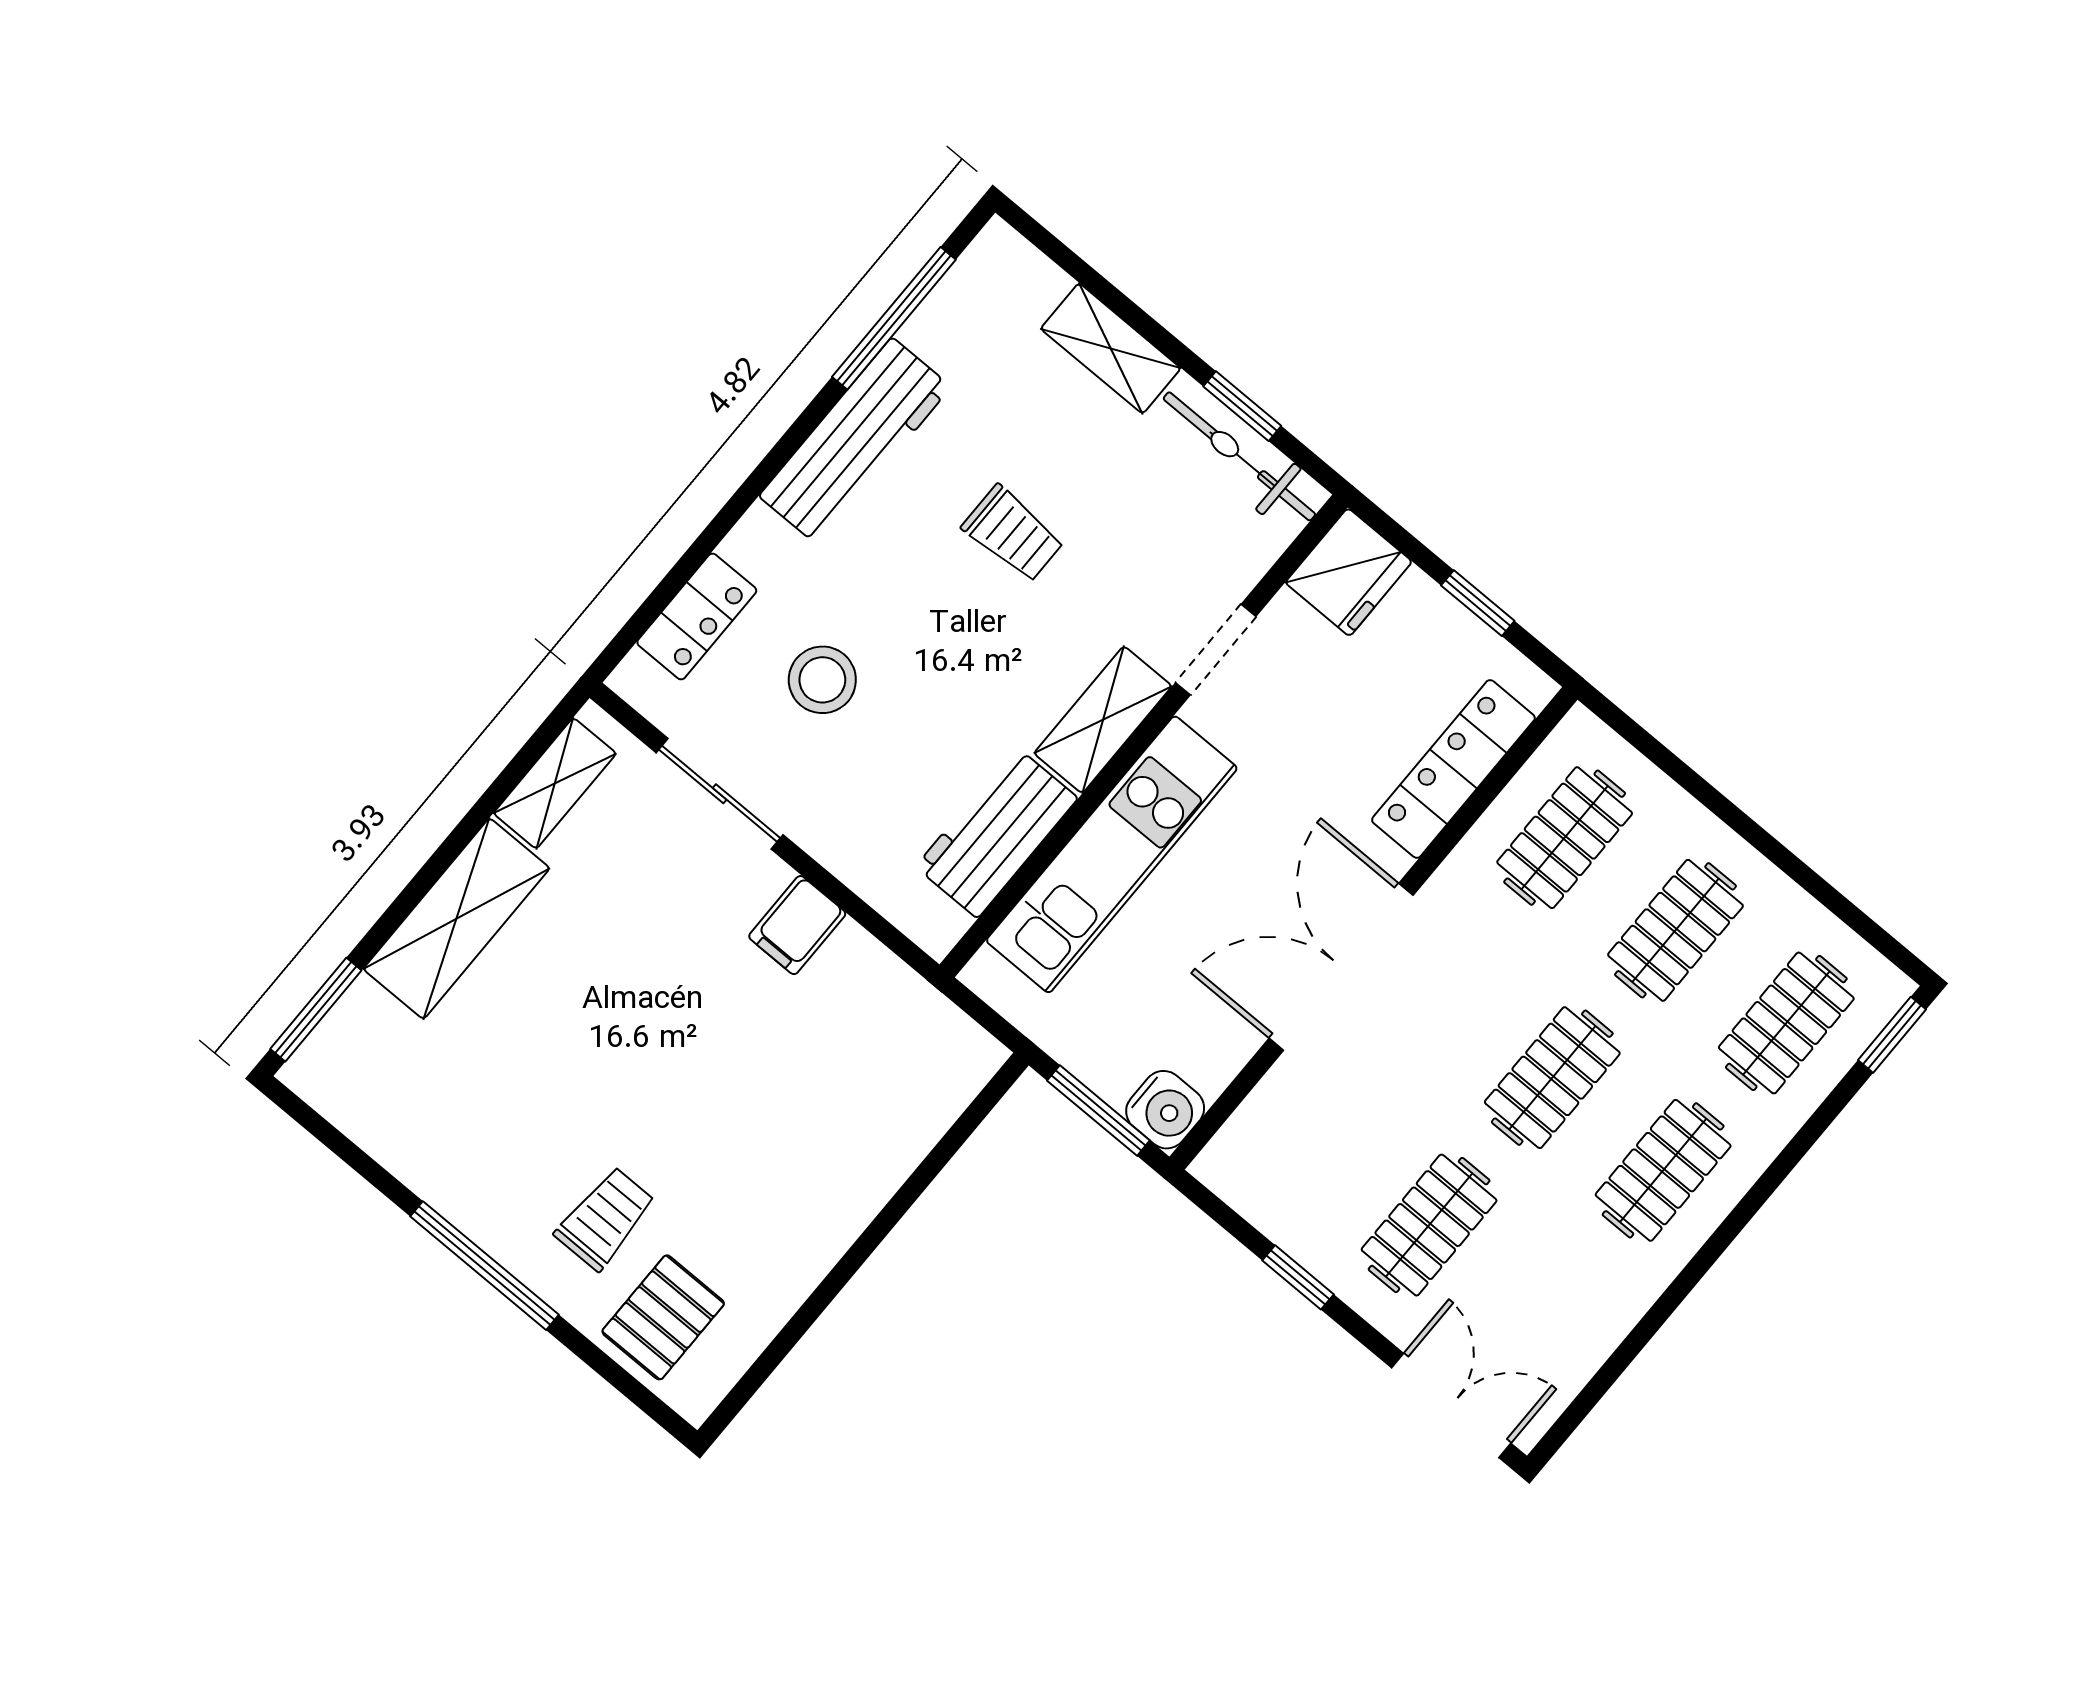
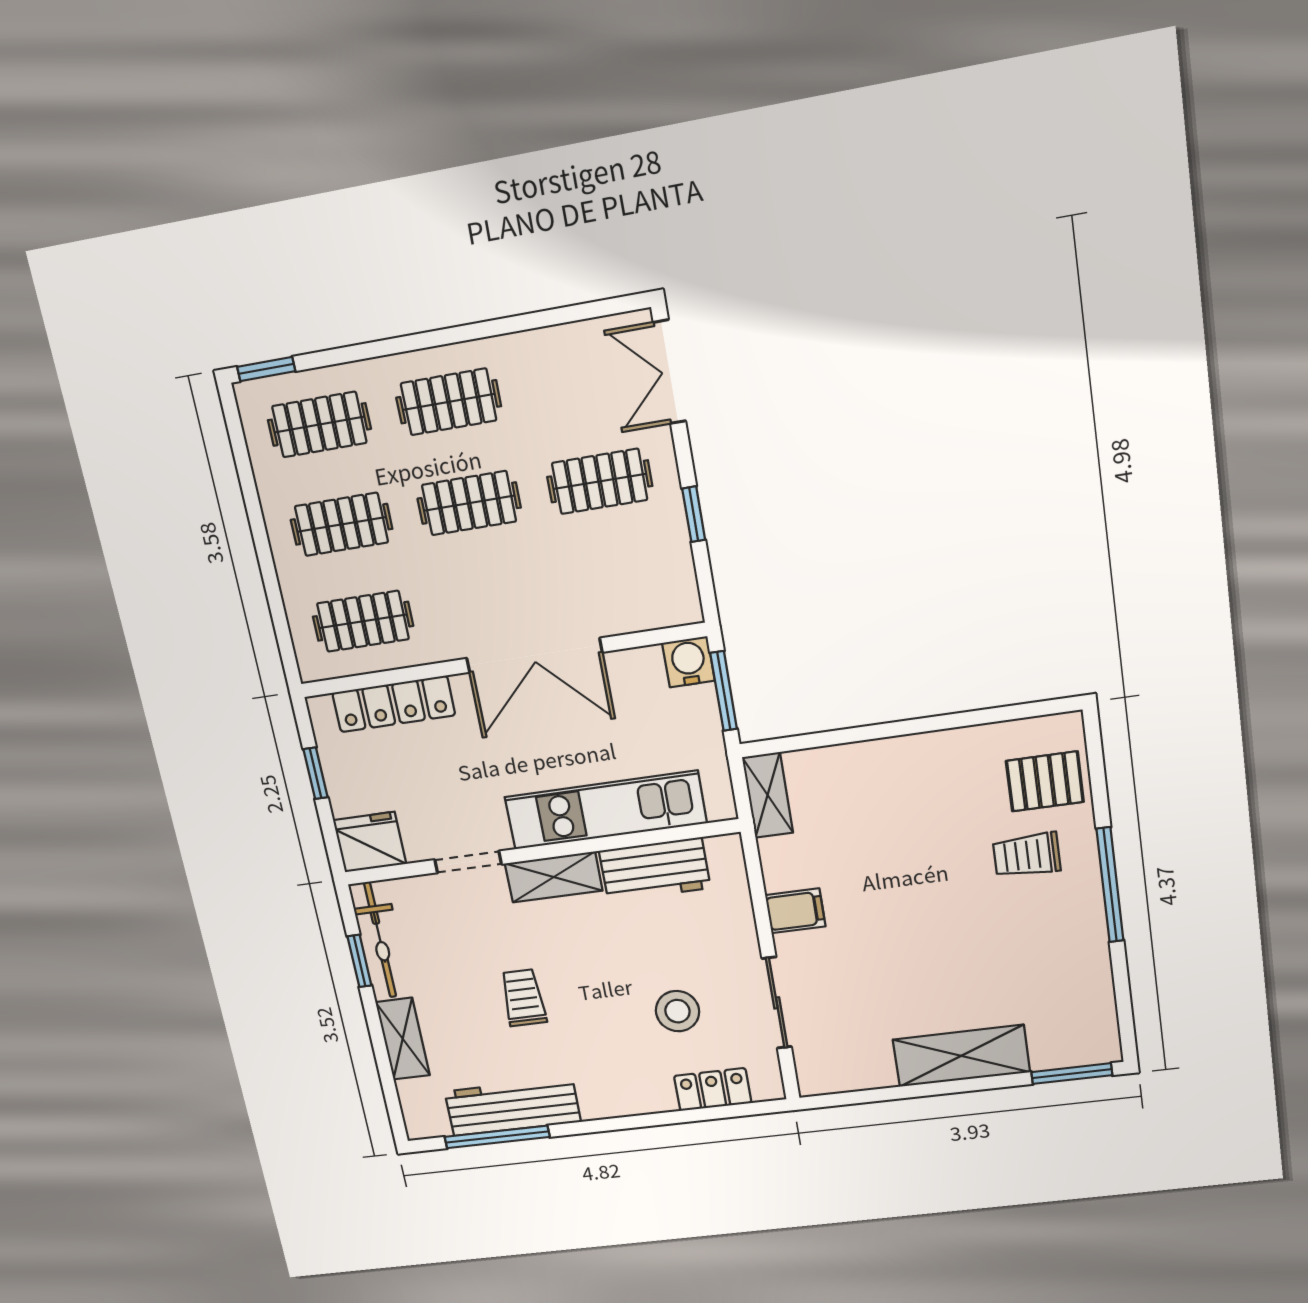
workbench: (855, 441) -> (513, 1107), moved
shelving: (555, 783) -> (768, 795), moved, turned 90

